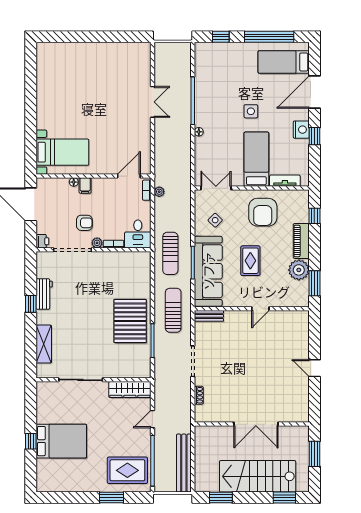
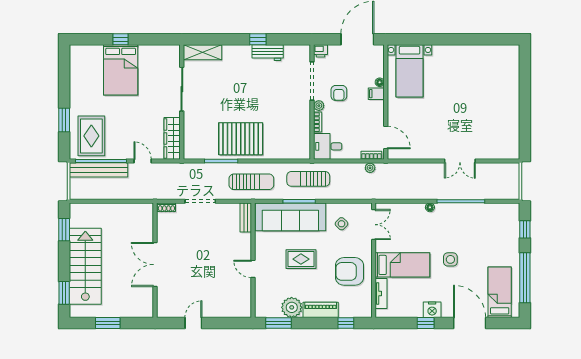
shelving: (44, 344) -> (203, 52), moved
wall: (252, 424) -> (155, 260), moved
double door: (256, 424) -> (155, 265), moved
bench: (184, 463) -> (99, 170), moved

